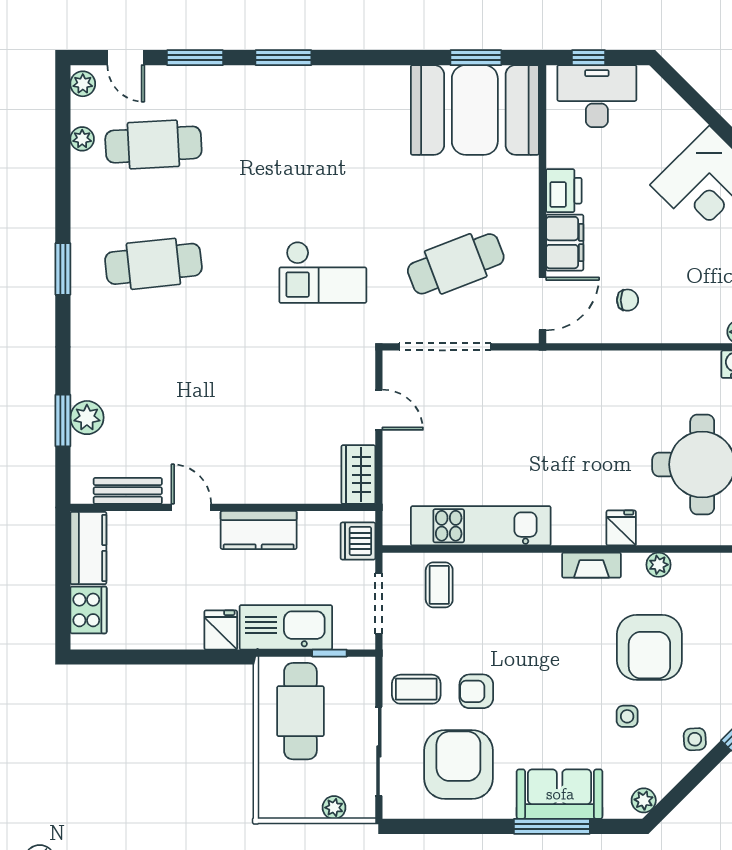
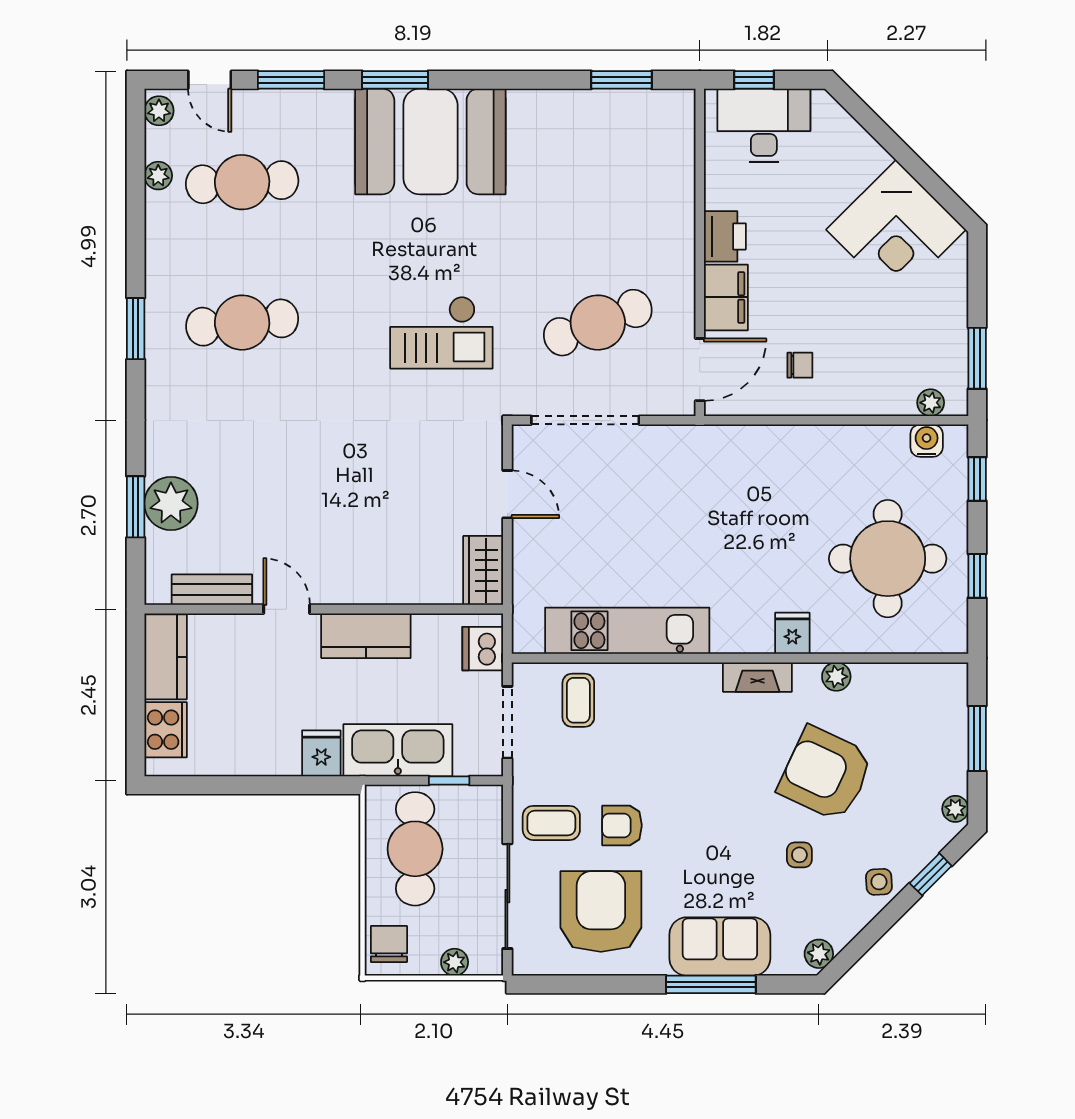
booth: (475, 110) -> (430, 141), moved
plant: (87, 418) -> (171, 503), width x1.36, depth x1.36
armchair: (649, 647) -> (826, 774), turned 115
chair: (278, 792) -> (389, 944), added

